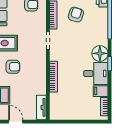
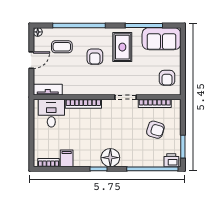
desk: (96, 73) -> (51, 113), moved, turned 180

